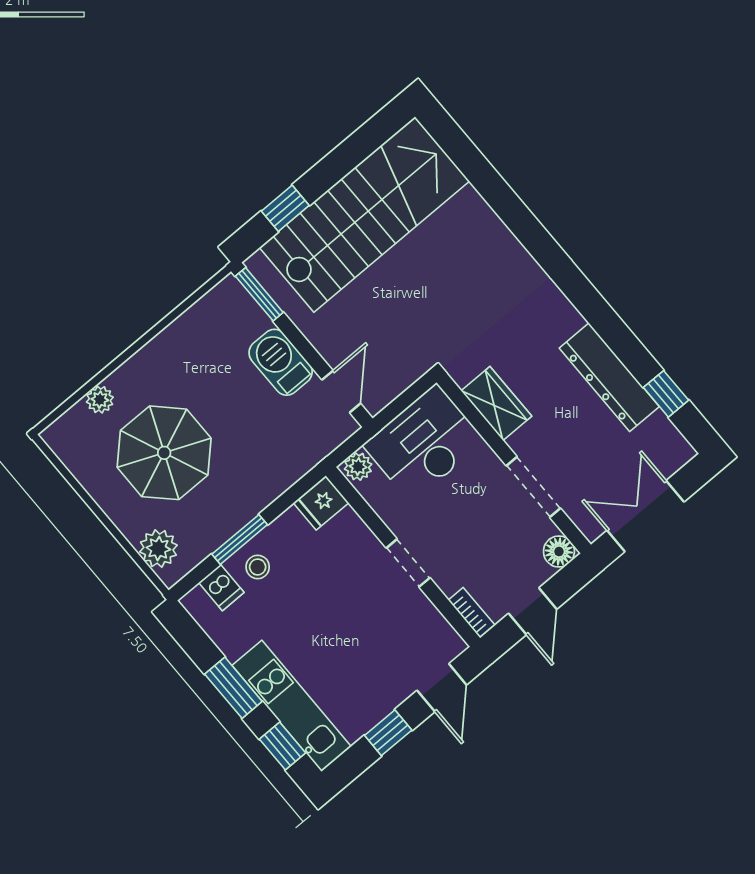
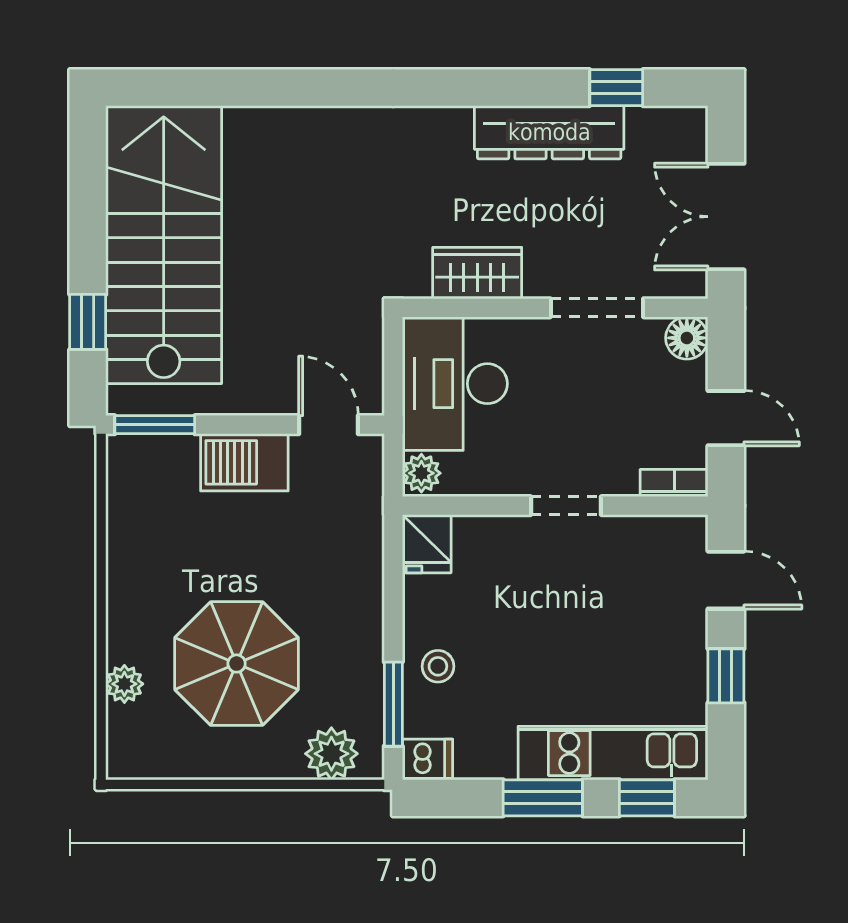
window: (240, 539) -> (393, 704), moved
dishwasher: (221, 588) -> (428, 759), moved

